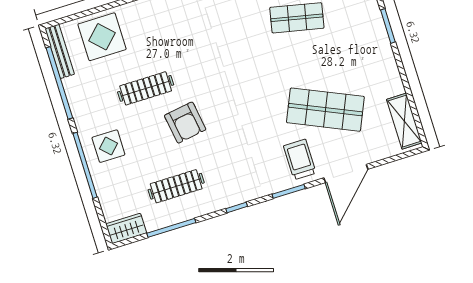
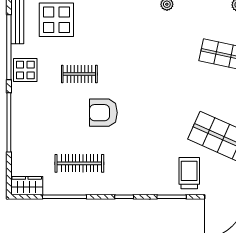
clothes rail: (146, 88) -> (79, 74), width x0.73
armchair: (185, 123) -> (103, 113), turned 99
display table: (108, 146) -> (25, 70), moved

